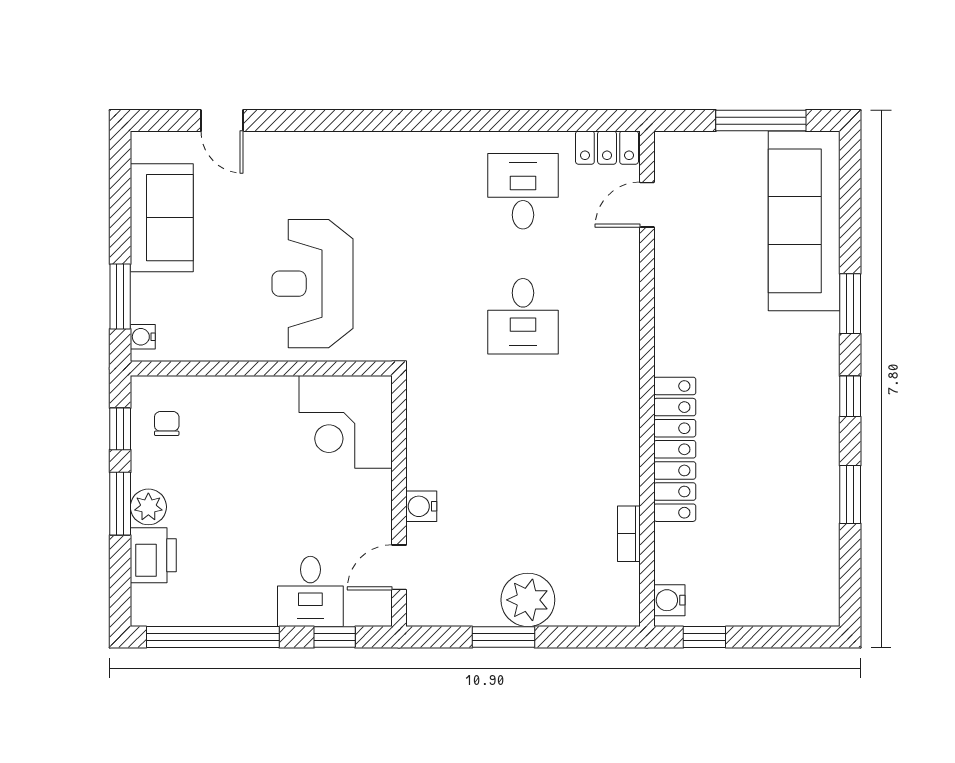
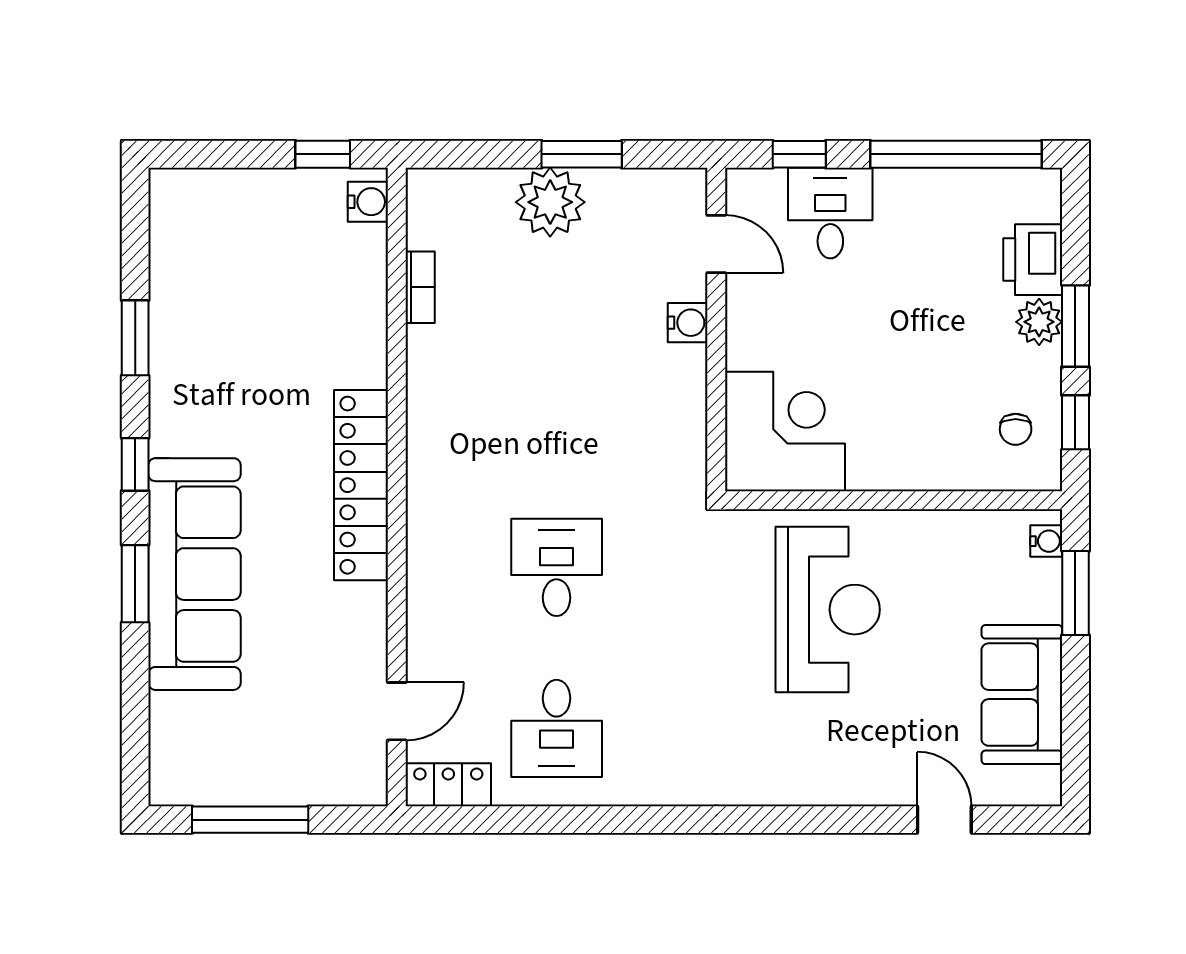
sofa: (804, 221) -> (194, 574), moved
locker: (675, 449) -> (361, 485), moved
door: (399, 567) -> (716, 244), hinge flipped

